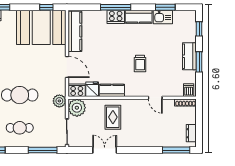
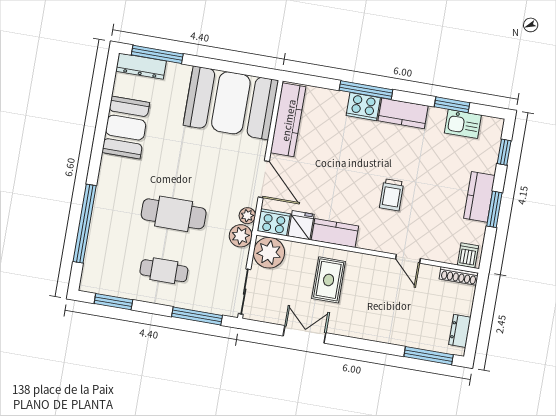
window: (46, 7) -> (246, 70), removed
kitchen sink: (163, 17) -> (463, 124), moved
plant: (61, 89) -> (247, 216), added

